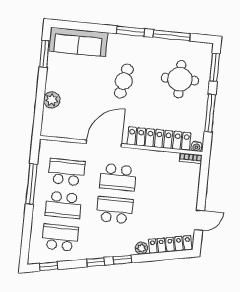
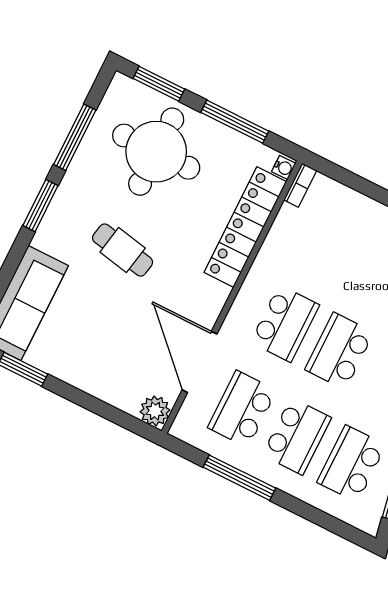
round table: (180, 79) -> (156, 152), width x1.36, depth x1.36
plant: (52, 100) -> (155, 411), moved
door: (104, 144) -> (199, 362), moved

